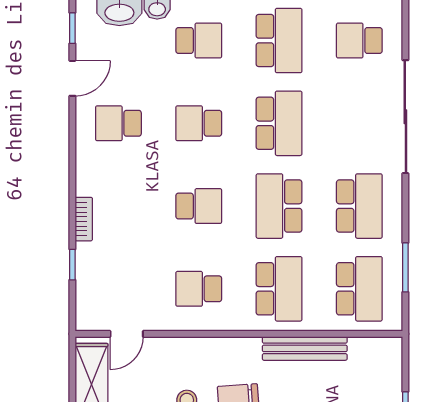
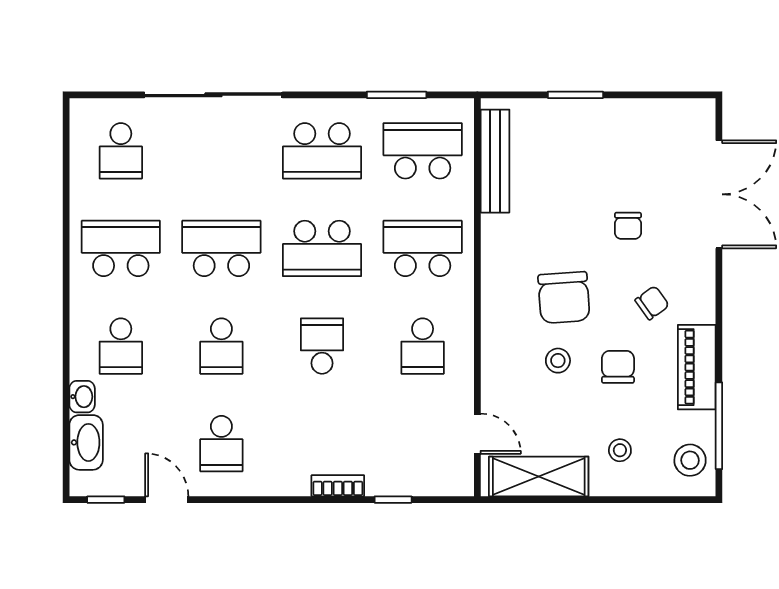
school desk: (199, 41) -> (121, 346), turned 180
school desk: (359, 206) -> (322, 151), turned 180
bench: (305, 348) -> (495, 161), moved

